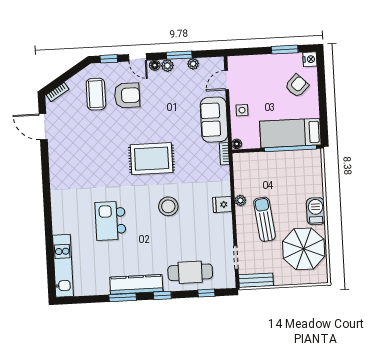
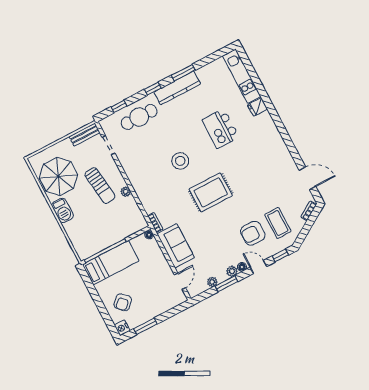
side table: (242, 110) -> (157, 263), removed
fridge: (222, 205) -> (257, 107), moved, turned 180
kitchen island: (110, 221) -> (221, 129), turned 180

